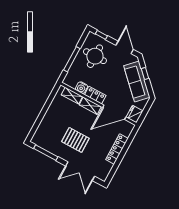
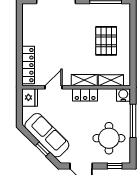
water cooler: (81, 88) -> (123, 95), moved
door: (114, 112) -> (53, 87), width x0.53
pallet: (75, 140) -> (106, 41), moved, turned 90
locker: (117, 149) -> (28, 65), moved

